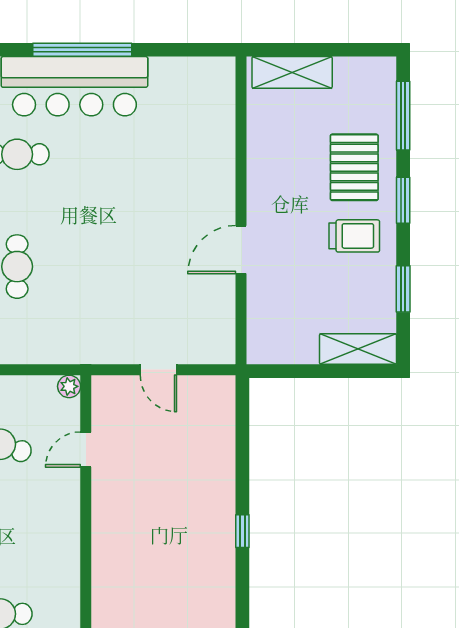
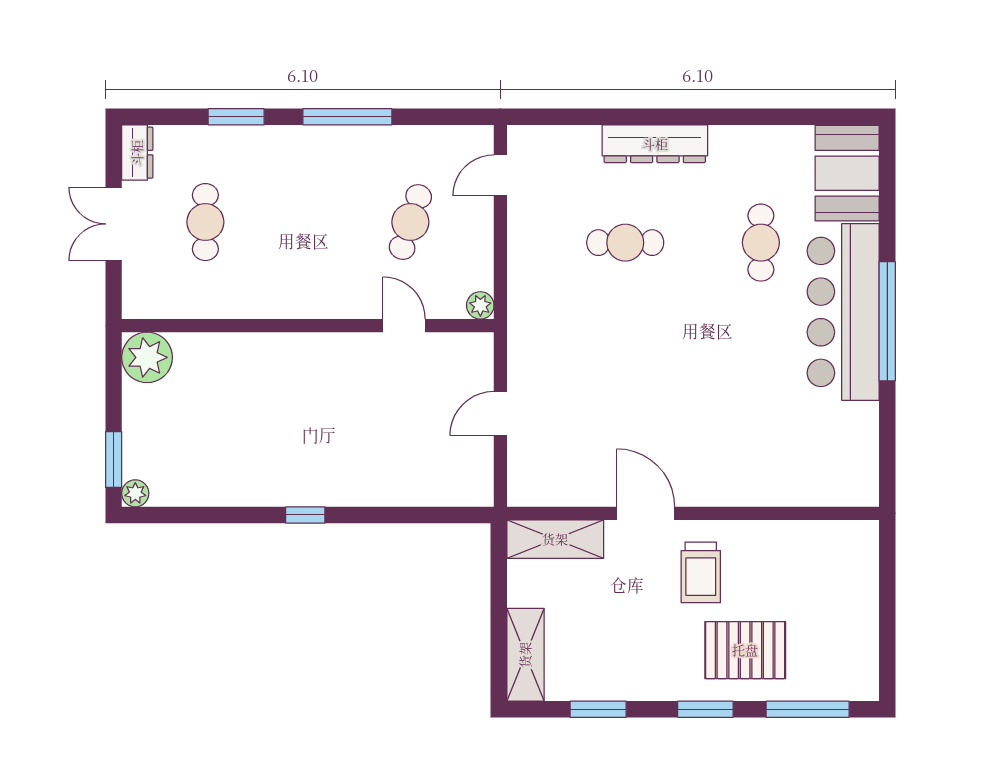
shelving: (292, 72) -> (555, 539), moved, turned 90
trolley: (354, 236) -> (701, 572), moved

